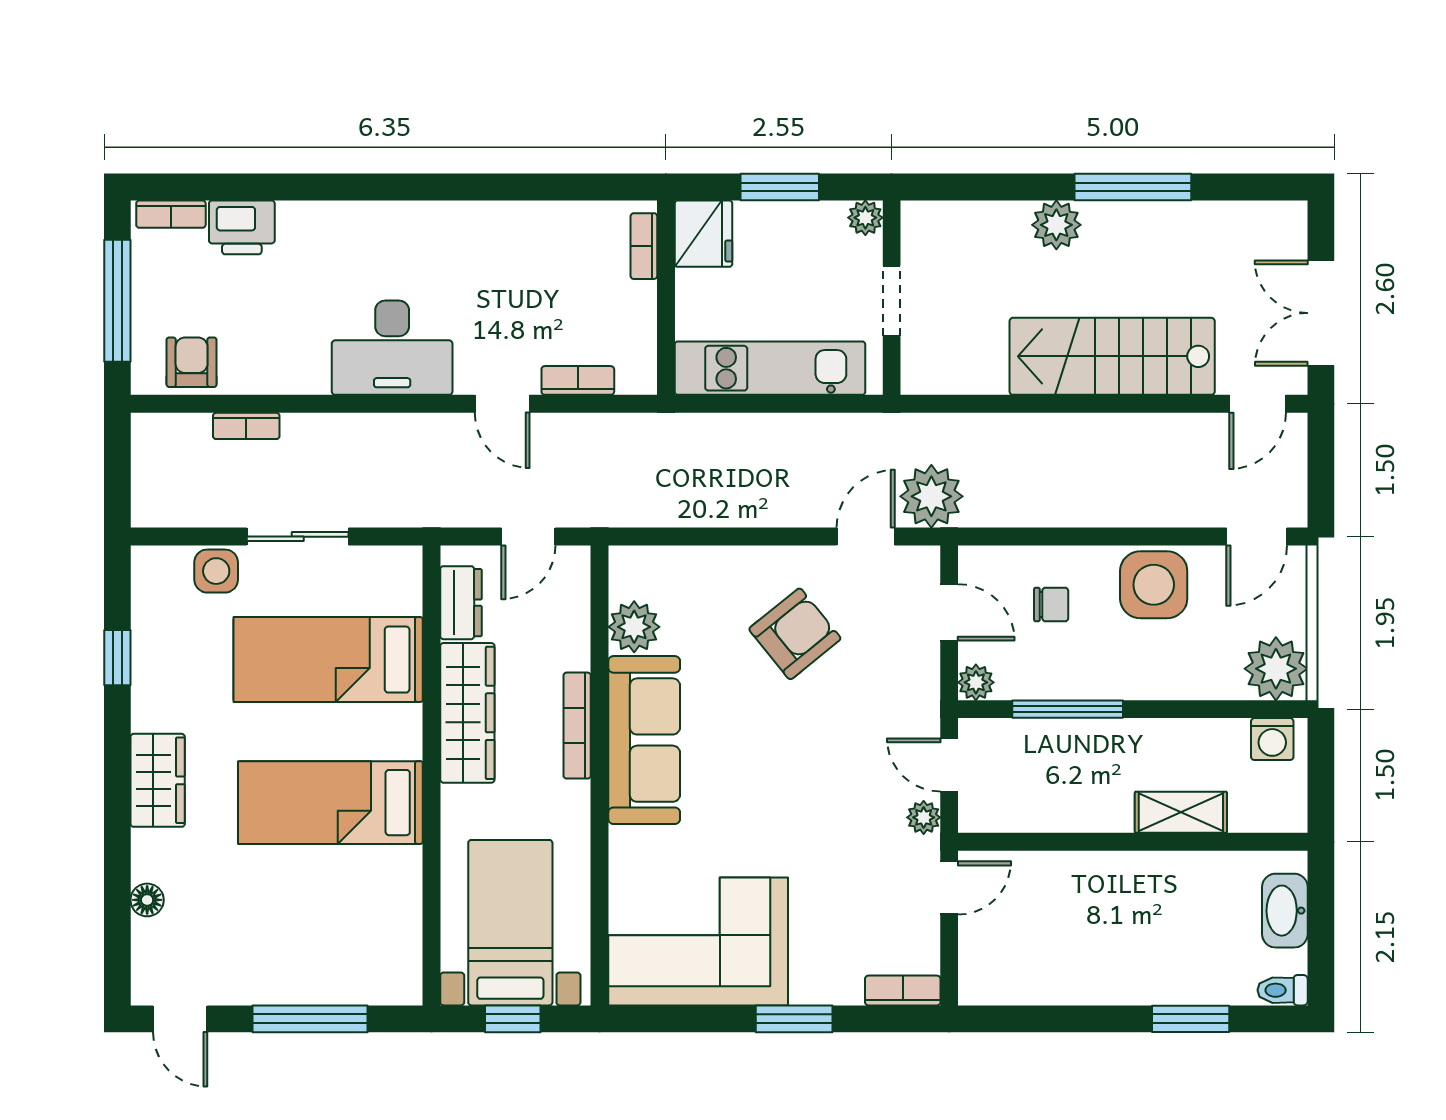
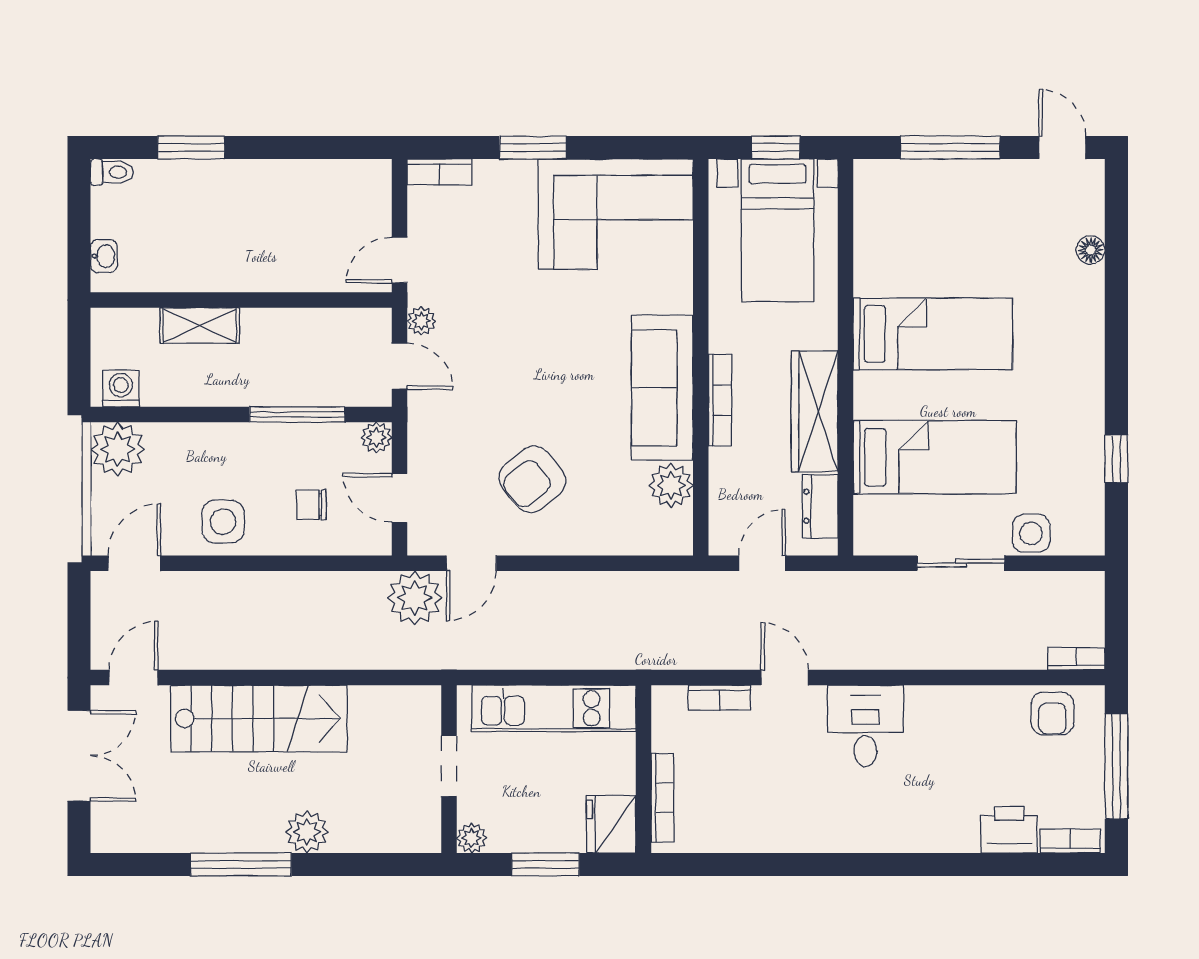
bookcase: (644, 246) -> (663, 798), width x1.56
desk: (392, 348) -> (865, 726), width x0.73
bookcase: (246, 426) -> (1076, 659), moved
side table: (1154, 585) -> (223, 522), width x0.73, depth x0.73
wardrobe: (158, 780) -> (1082, 353), removed
washbasin: (1285, 911) -> (104, 256), width x0.52, depth x0.69

